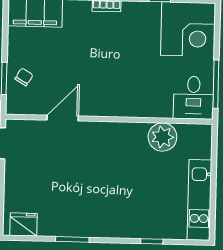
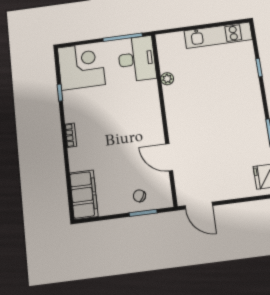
desk: (194, 98) -> (137, 59), width x1.37
plant: (162, 137) -> (167, 79), width x0.53, depth x0.53

